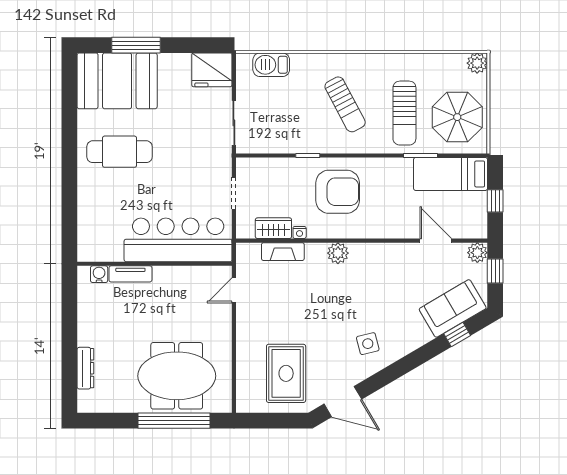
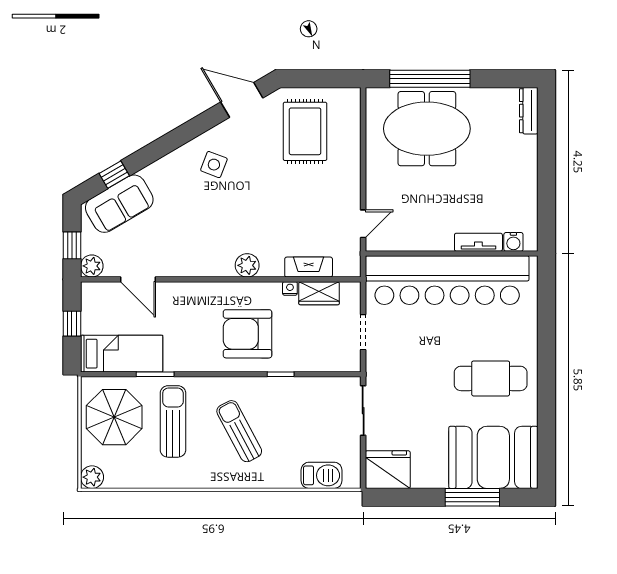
bar counter: (178, 240) -> (447, 280), width x1.36
side table: (368, 344) -> (214, 165), turned 35
dresser: (85, 368) -> (529, 111), moved

